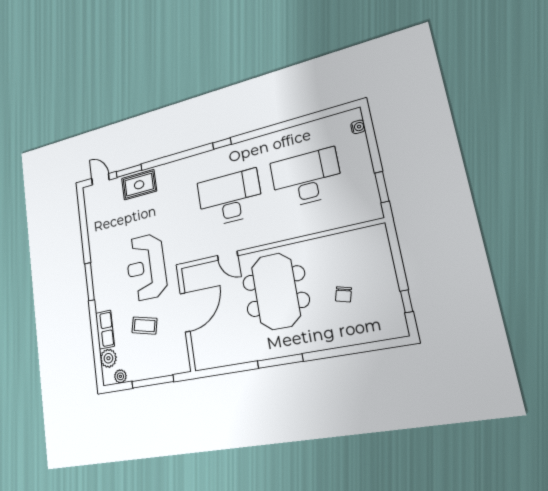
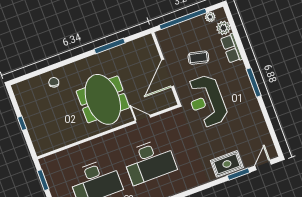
door: (100, 179) -> (263, 165), swing flipped
reception desk: (146, 267) -> (207, 101), turned 180
chair: (343, 294) -> (54, 82), moved
window: (407, 301) -> (22, 123), moved
window: (280, 361) -> (110, 46), moved
window: (153, 382) -> (183, 19), width x1.46

